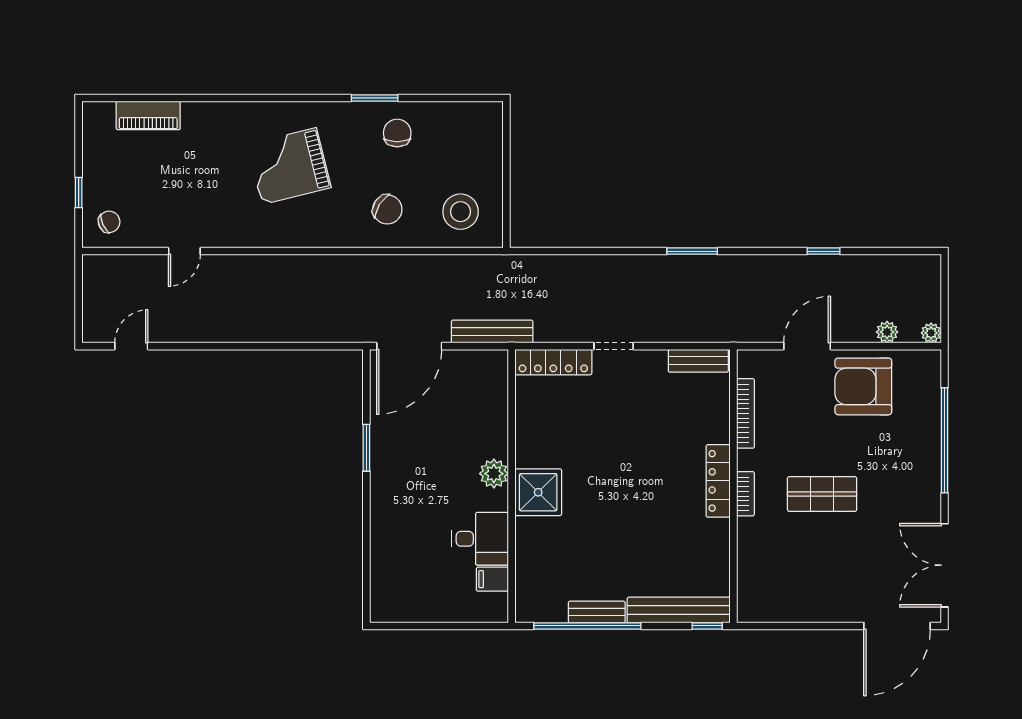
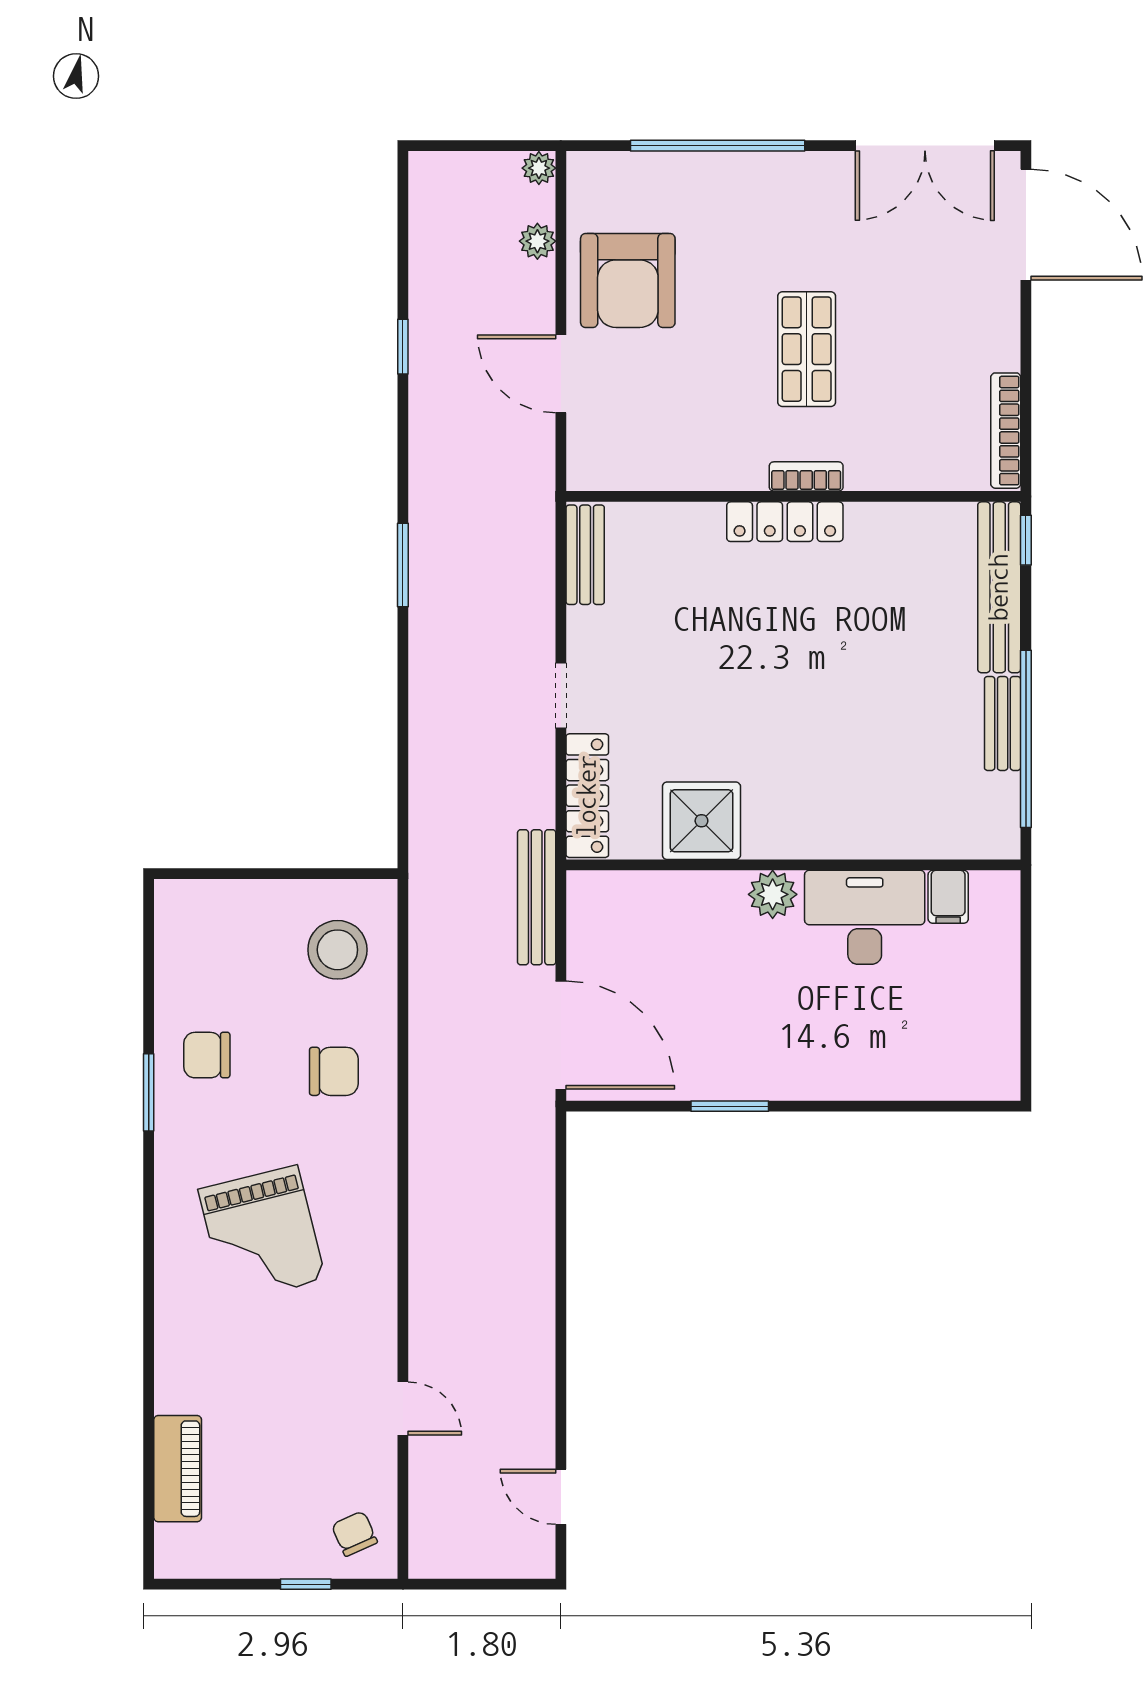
chair: (387, 209) -> (334, 1071), turned 58
bookcase: (745, 413) -> (1006, 431), moved, turned -90
shower: (538, 492) -> (701, 821), moved
desk: (480, 539) -> (865, 917), width x1.37

